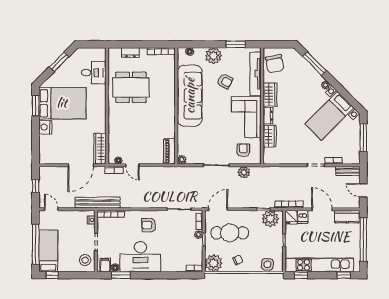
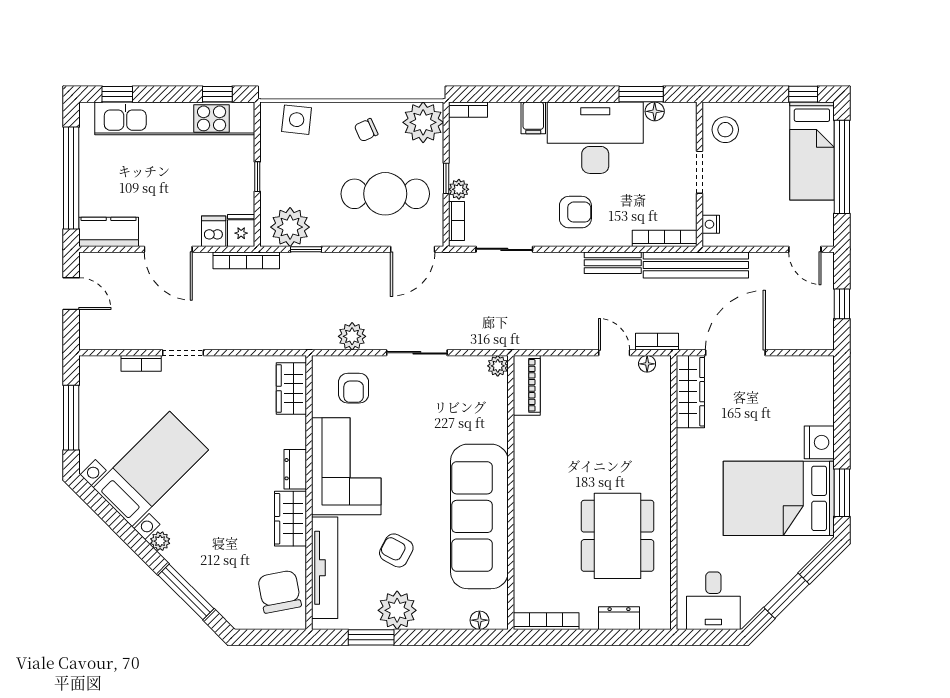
plant: (213, 56) -> (397, 610), moved
desk: (94, 73) -> (713, 601), moved, turned -90
dining table: (131, 87) -> (618, 536), turned 90
wardrobe: (270, 136) -> (291, 388), moved
bench: (348, 171) -> (613, 263), moved
filing cabinet: (105, 265) -> (533, 118), moved

